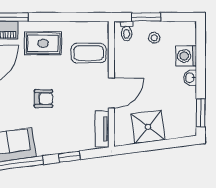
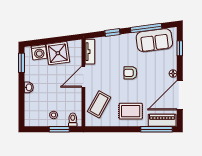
coffee table: (89, 53) -> (99, 104), turned -61
washing machine: (186, 56) -> (39, 52), moved, turned 83

